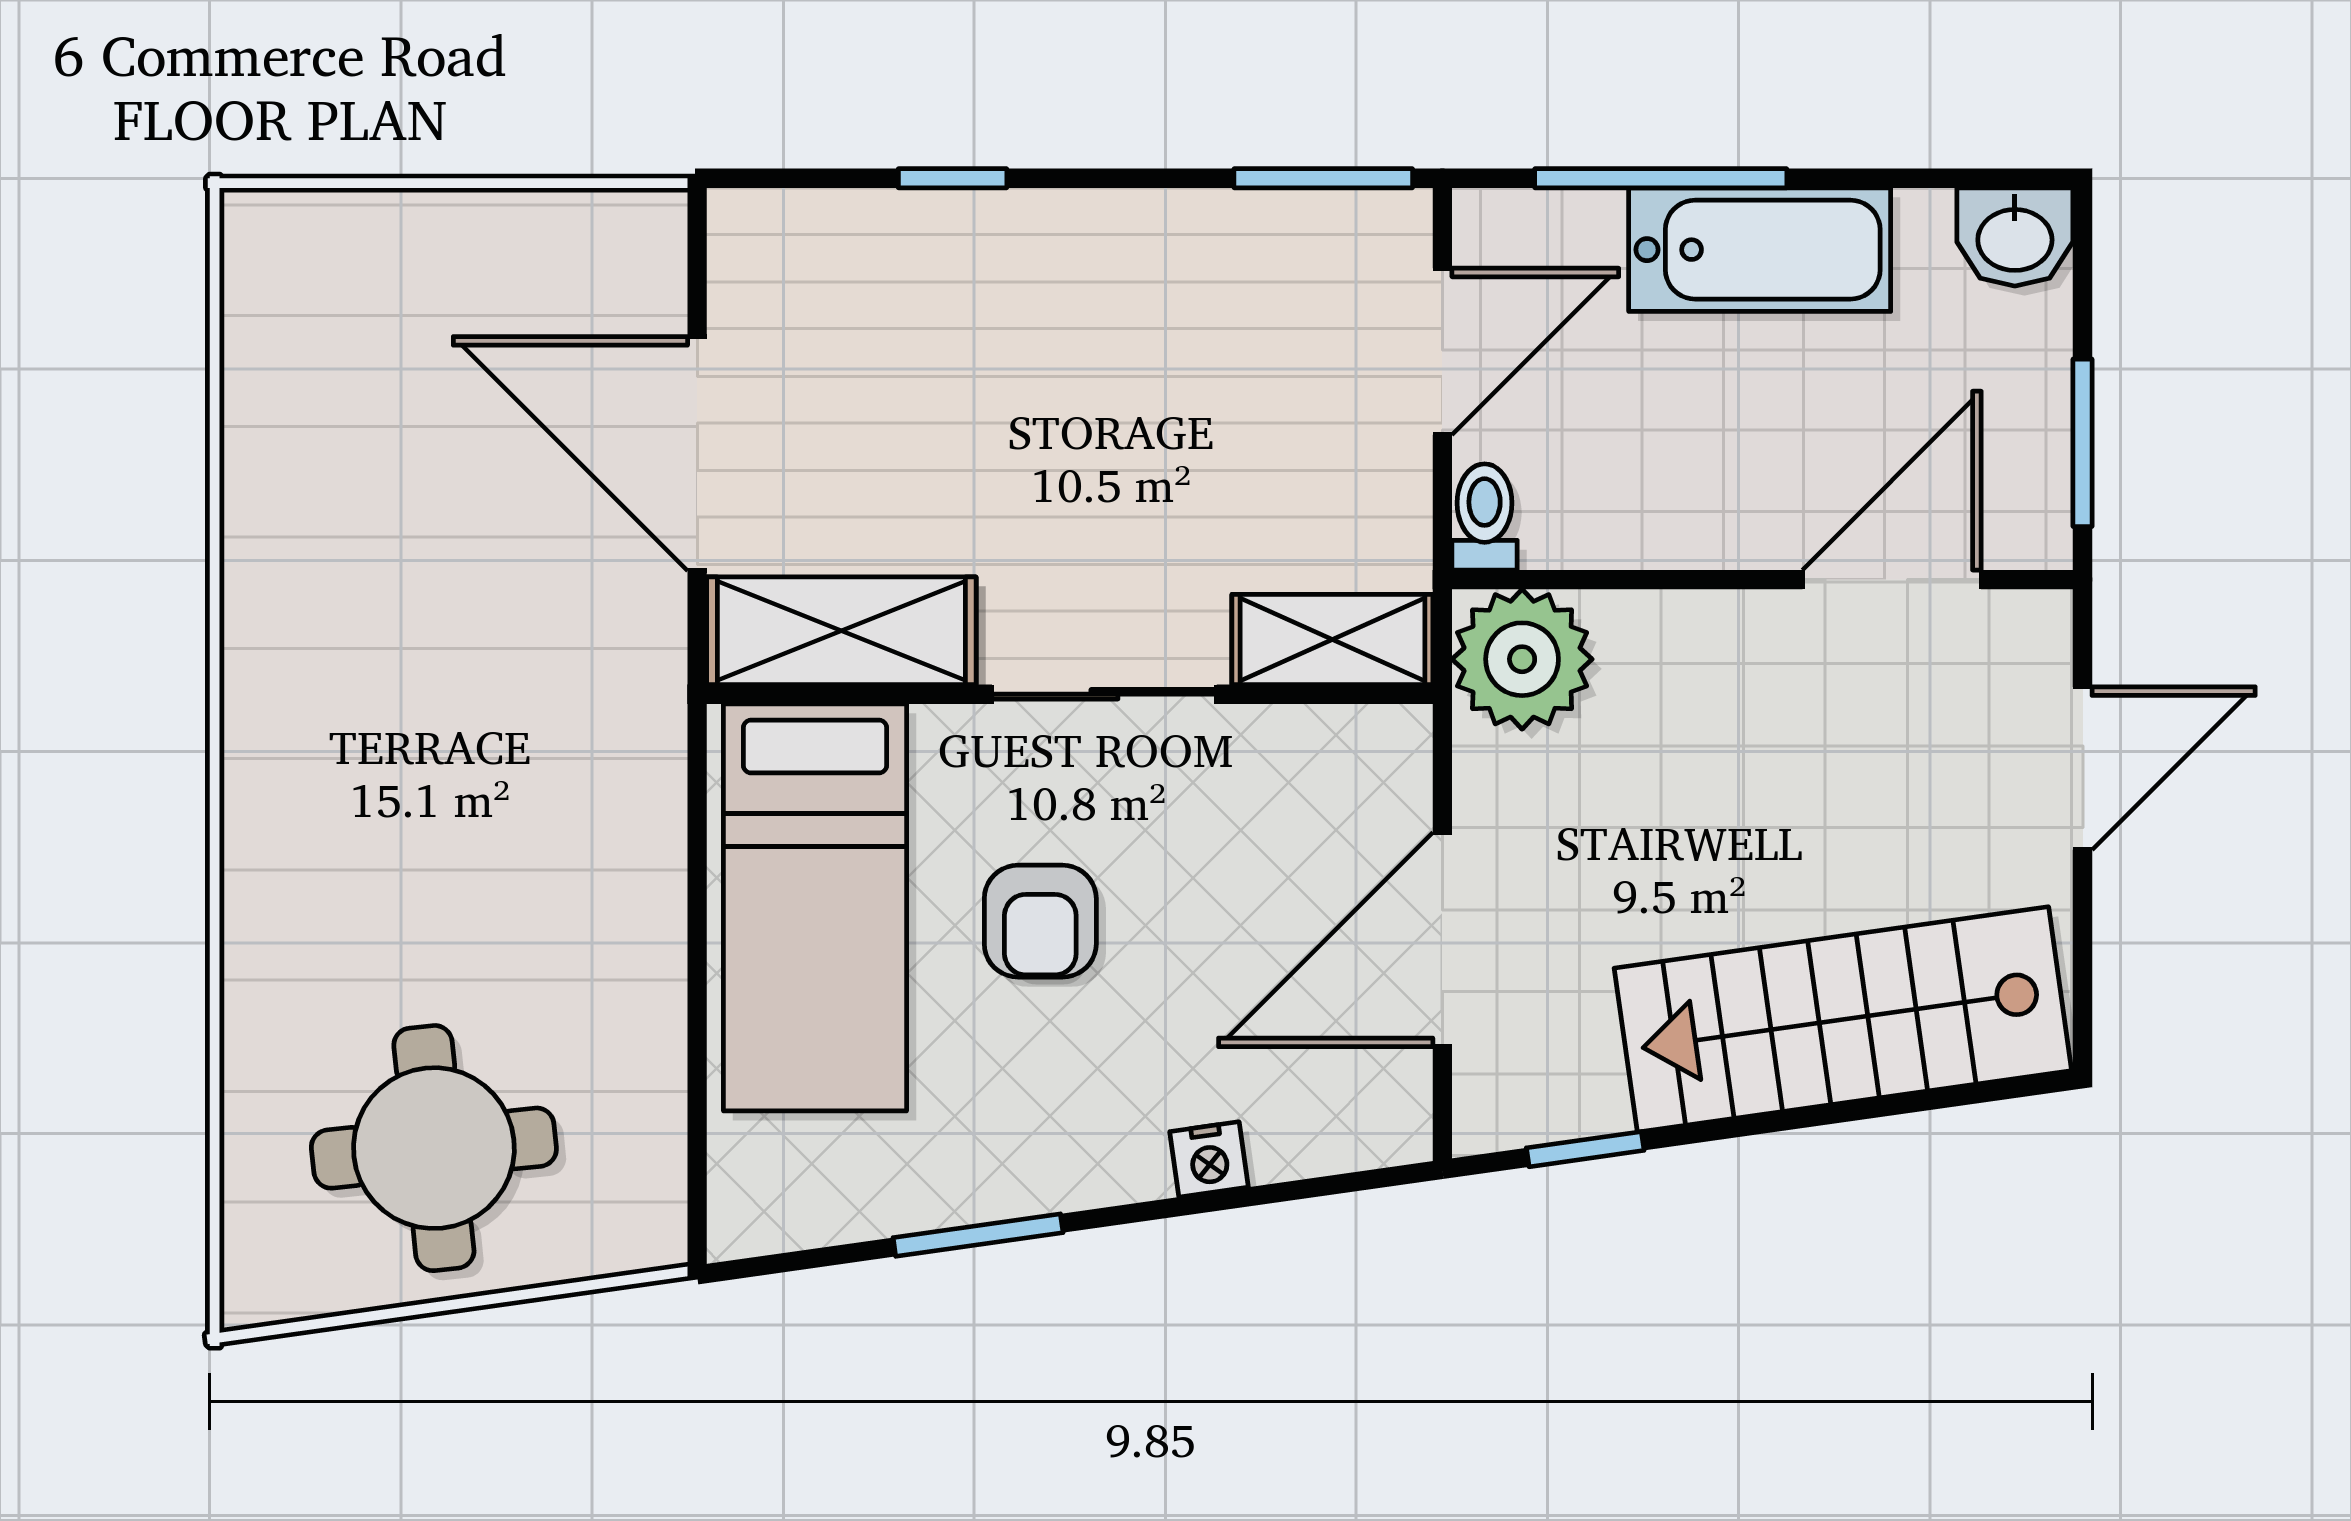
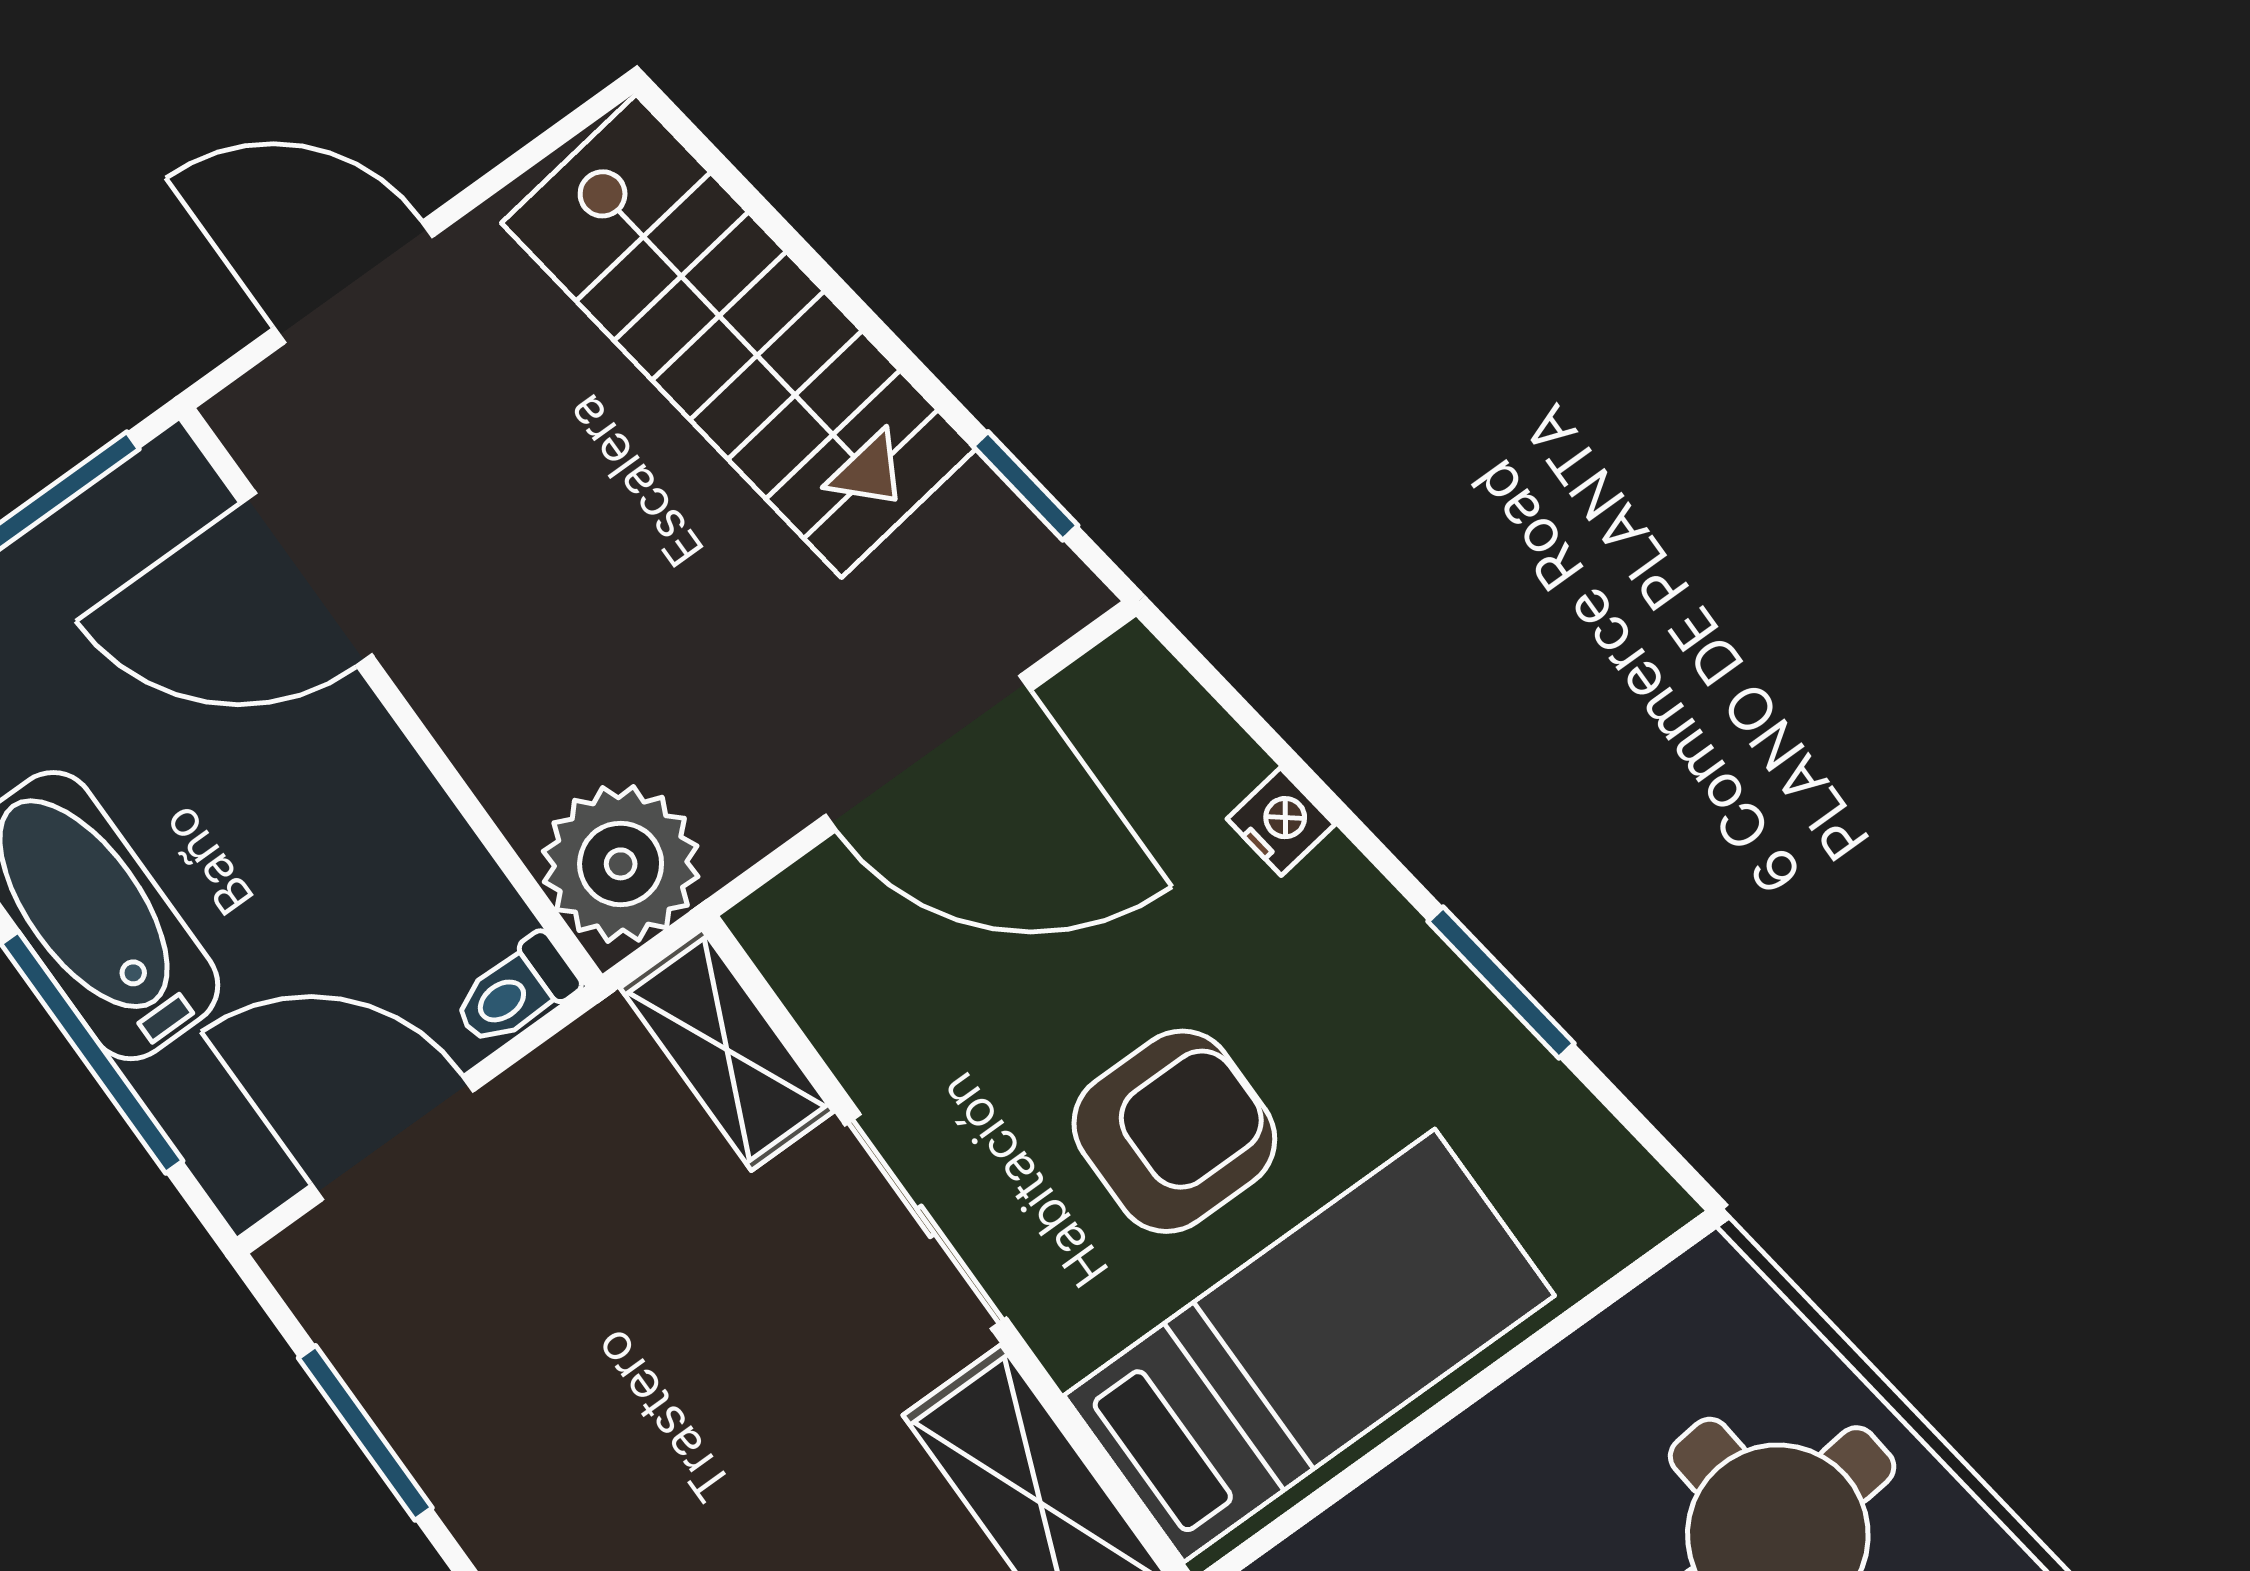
window: (1323, 178) -> (365, 1433), moved
armchair: (1040, 921) -> (1174, 1131), width x1.38, depth x1.38

